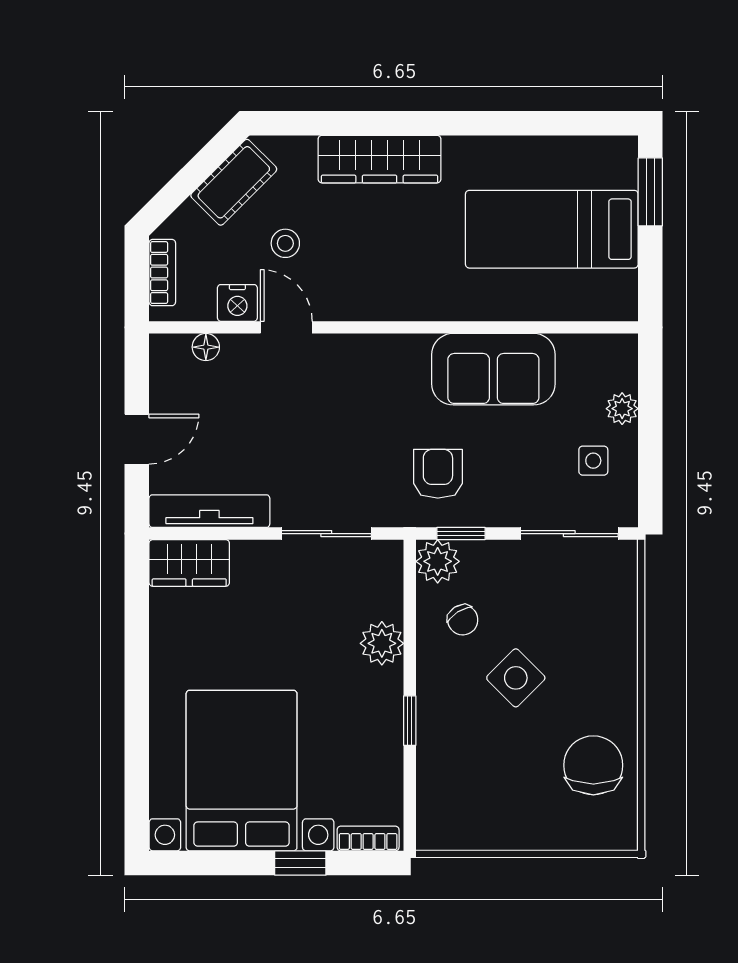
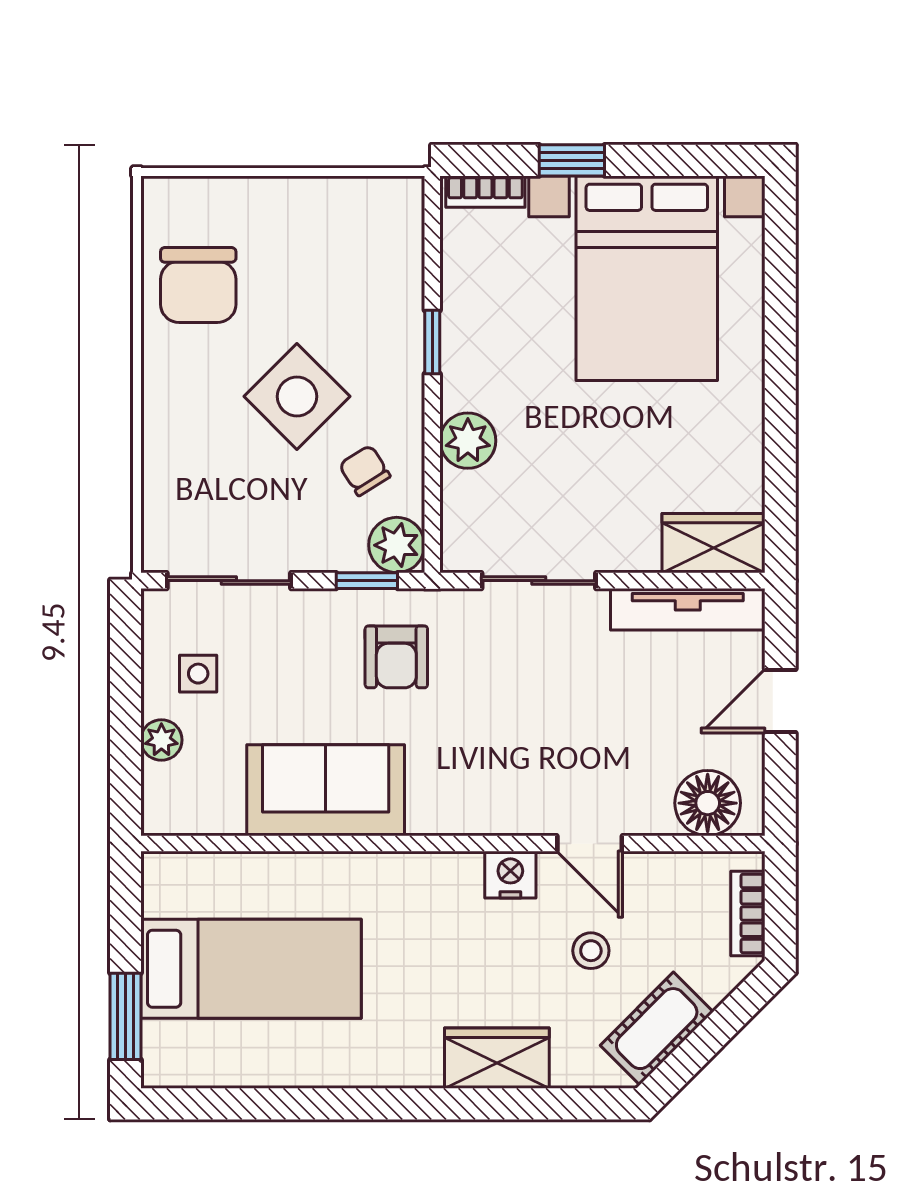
wardrobe: (379, 159) -> (497, 1058), width x0.67
nightstand: (237, 303) -> (510, 875), moved
floor lamp: (206, 347) -> (708, 803), width x1.89, depth x1.89
side table: (516, 678) -> (297, 396), width x1.37, depth x1.37

